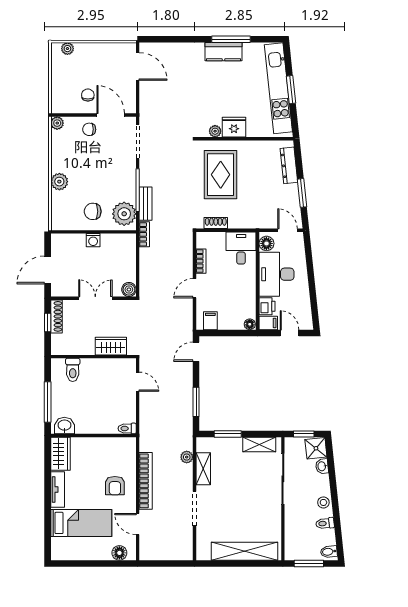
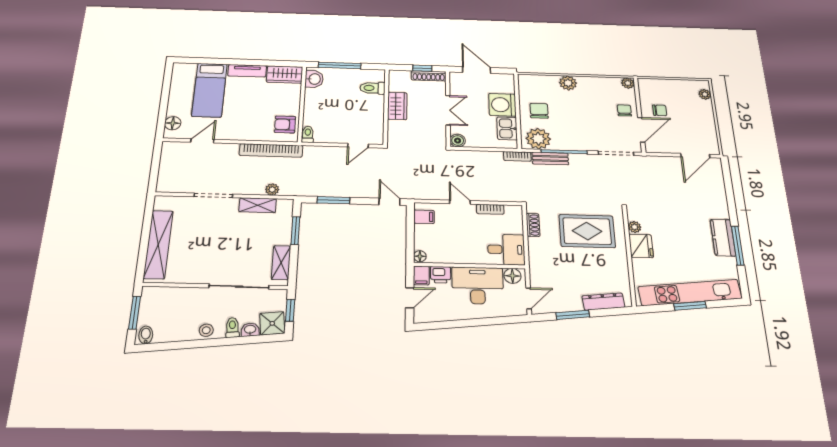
washing machine: (93, 240) -> (502, 105), width x1.89, depth x1.89
kitchen sink: (114, 243) -> (507, 128), added
wardrobe: (111, 346) -> (397, 106), moved
bookcase: (146, 481) -> (271, 150), moved
armchair: (115, 486) -> (285, 124), moved
toilet: (325, 523) -> (232, 328), moved

